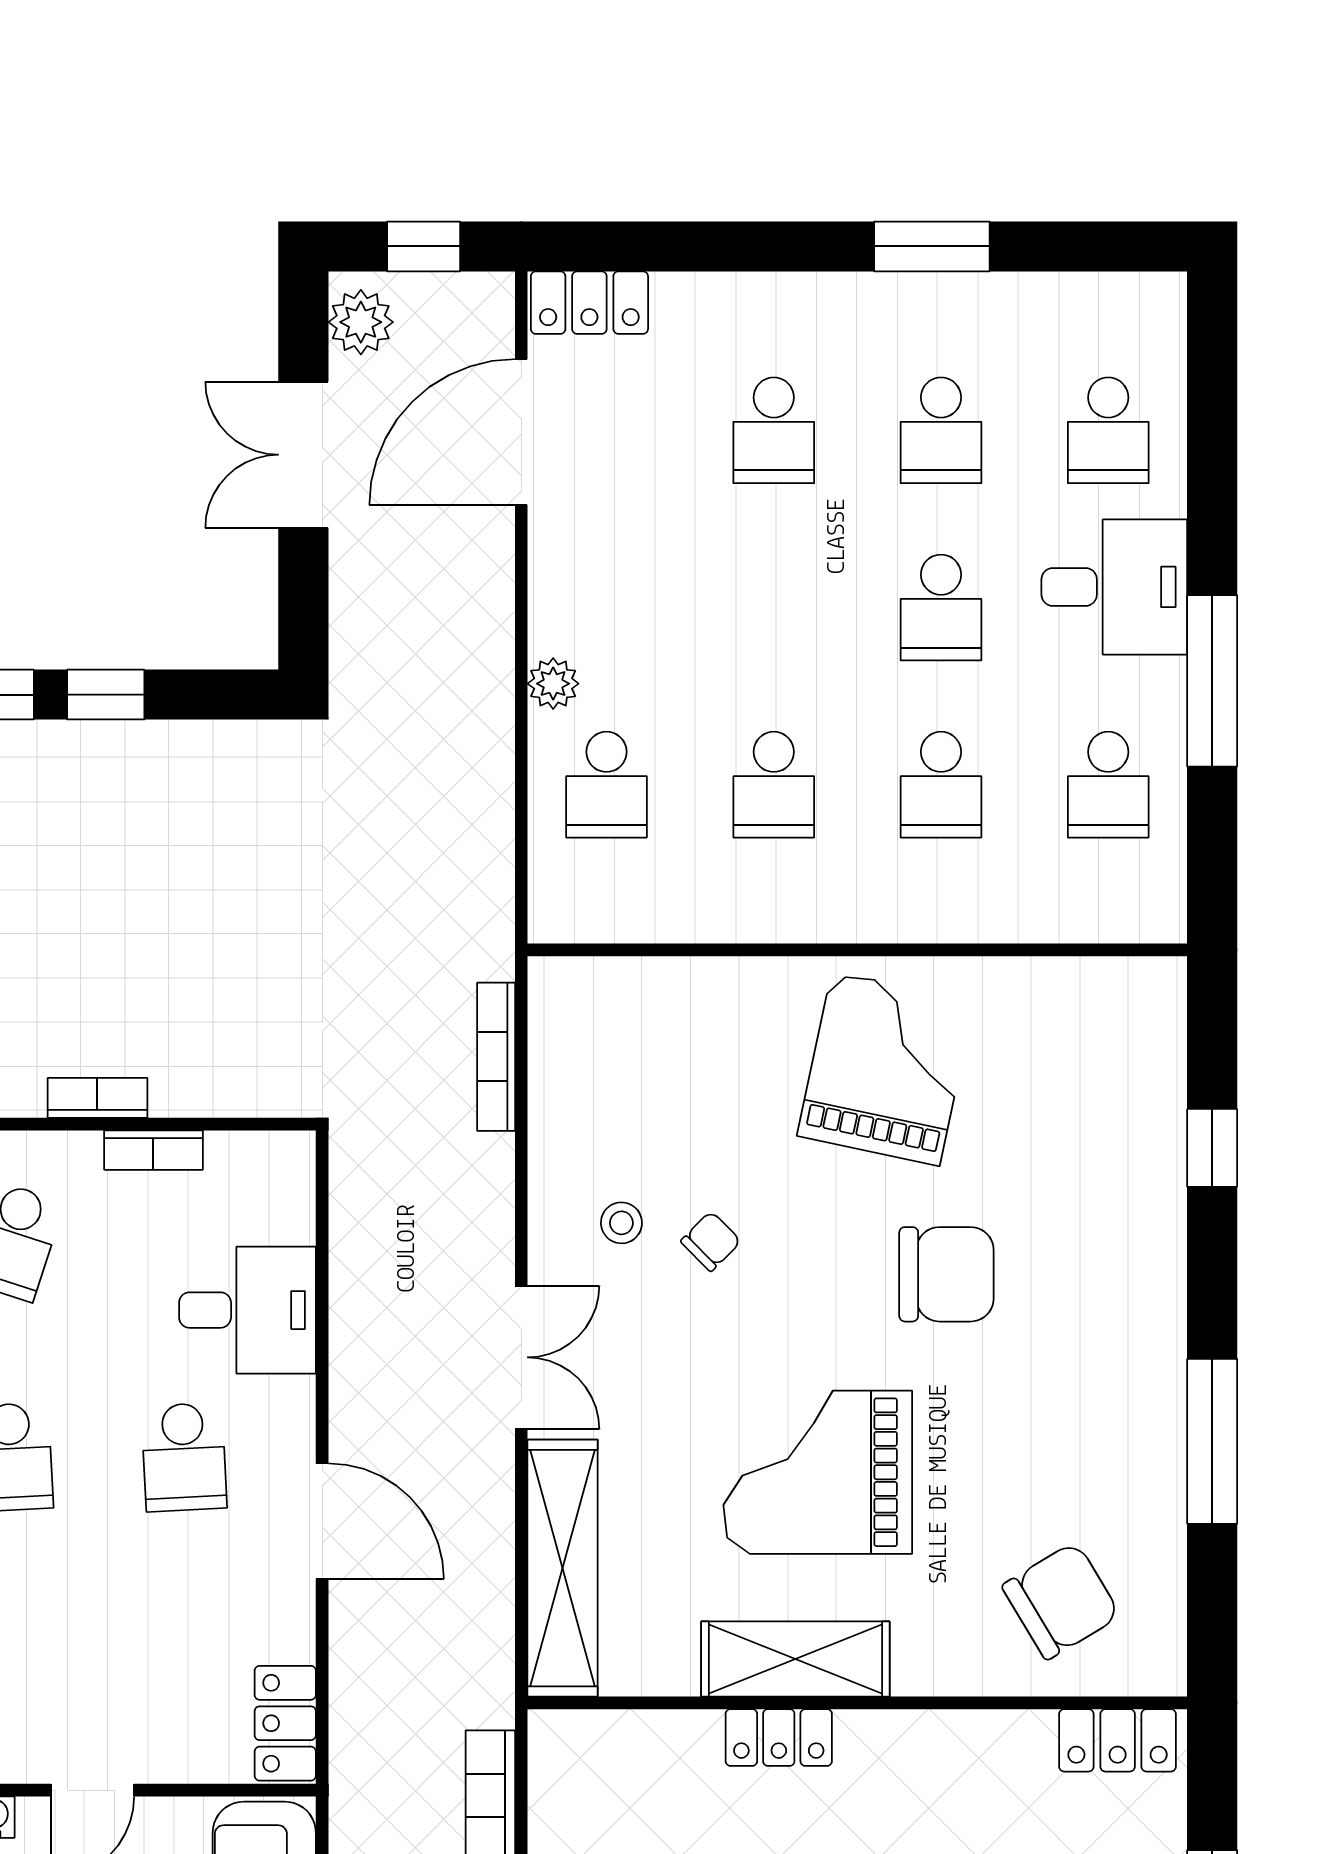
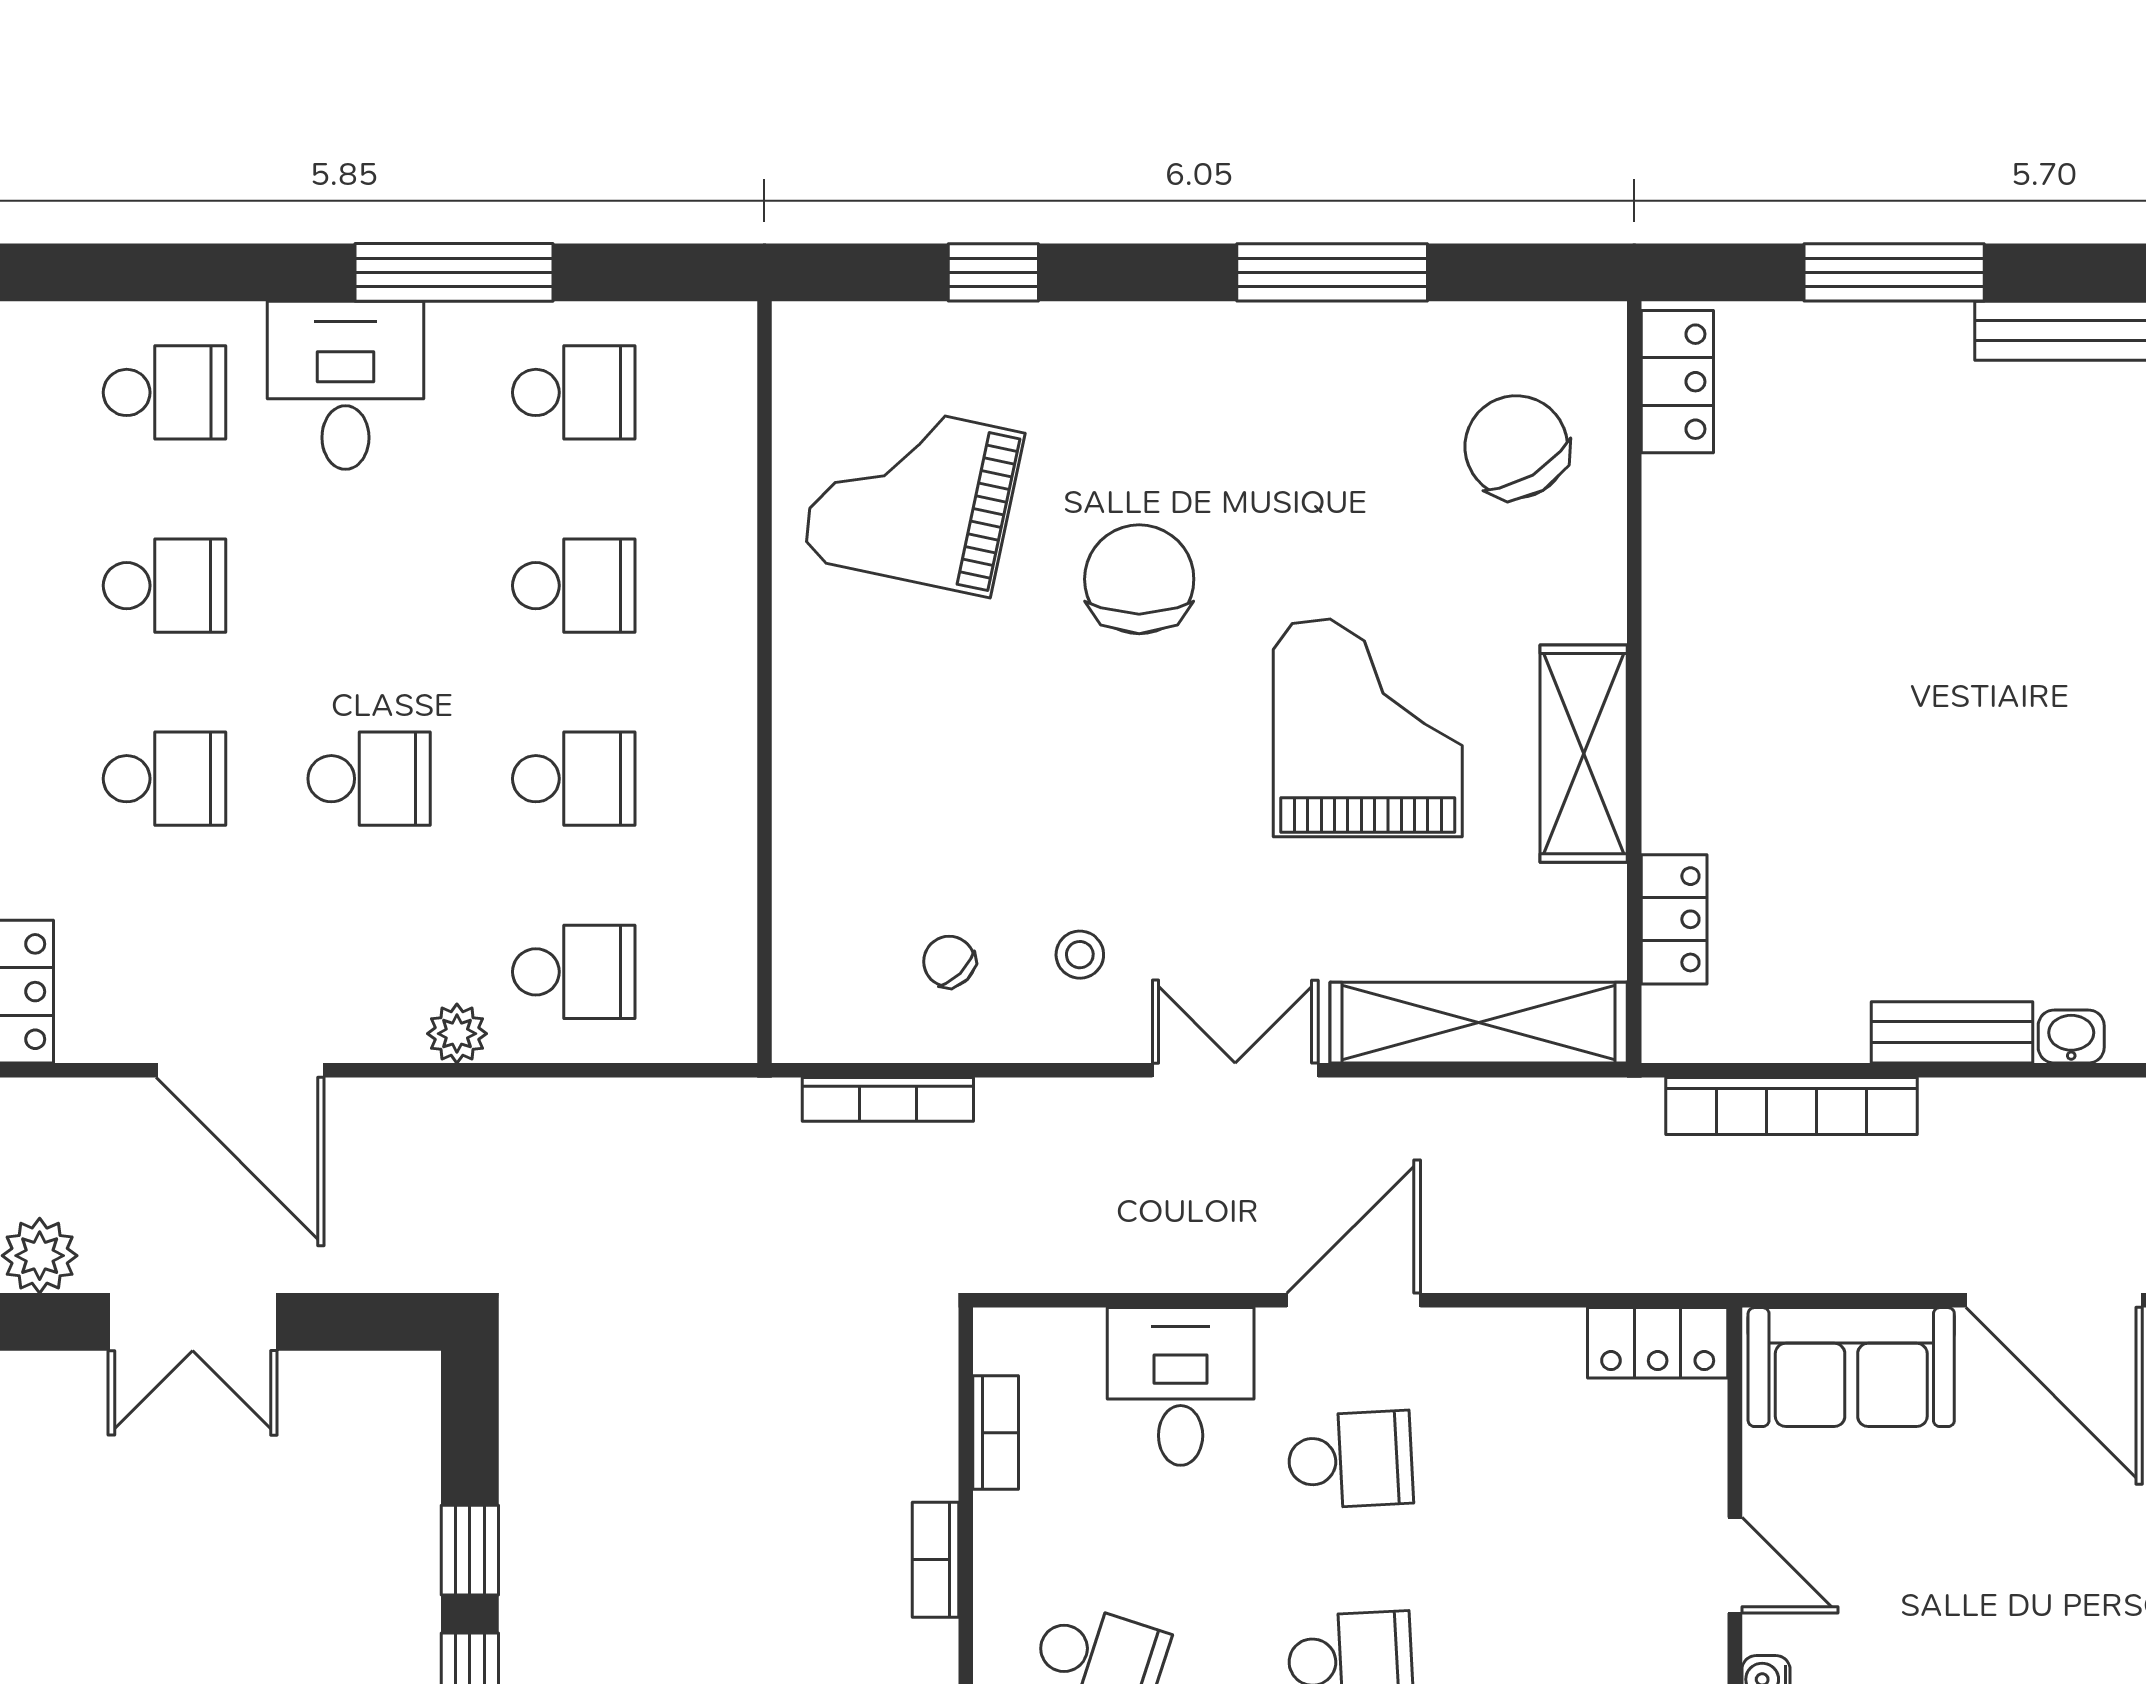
door: (521, 432) -> (240, 1070), moved
school desk: (941, 607) -> (369, 779), moved
grand piano: (886, 1069) -> (912, 495), moved
bookcase: (153, 1150) -> (996, 1433), moved
chair: (711, 1241) -> (949, 962), moved
grand piano: (818, 1472) -> (1368, 728), turned 180
door: (322, 1521) -> (1354, 1300), moved
locker: (779, 1737) -> (1674, 919), moved

